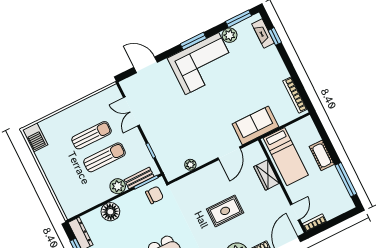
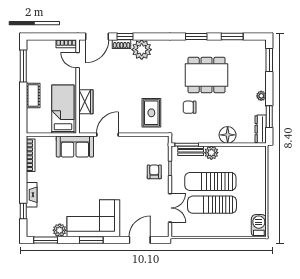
fireplace: (263, 33) -> (32, 195), moved
door: (146, 65) -> (140, 240), swing flipped
sun lounger: (92, 135) -> (212, 205), width x1.36, depth x1.34
armchair: (165, 139) -> (154, 172), added
sun lounger: (105, 157) -> (210, 181), width x1.36, depth x1.34
plant: (190, 165) -> (144, 141), removed
chair: (154, 195) -> (190, 107), moved
rug: (225, 211) -> (151, 113), moved, turned 90
door: (295, 212) -> (78, 60), hinge flipped

